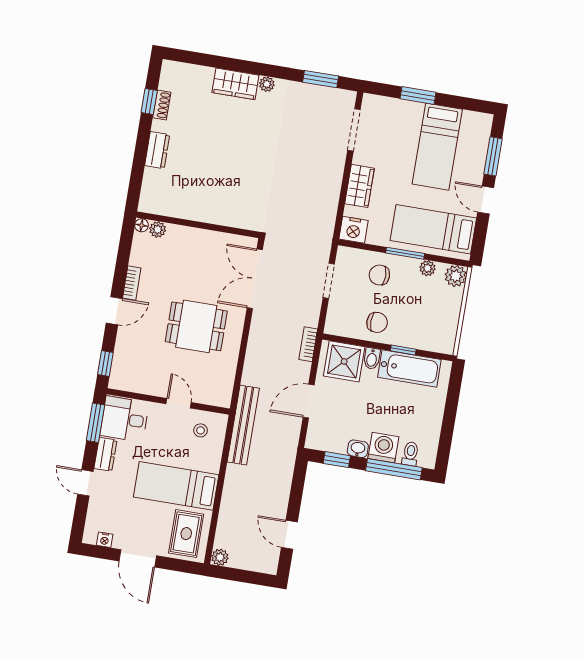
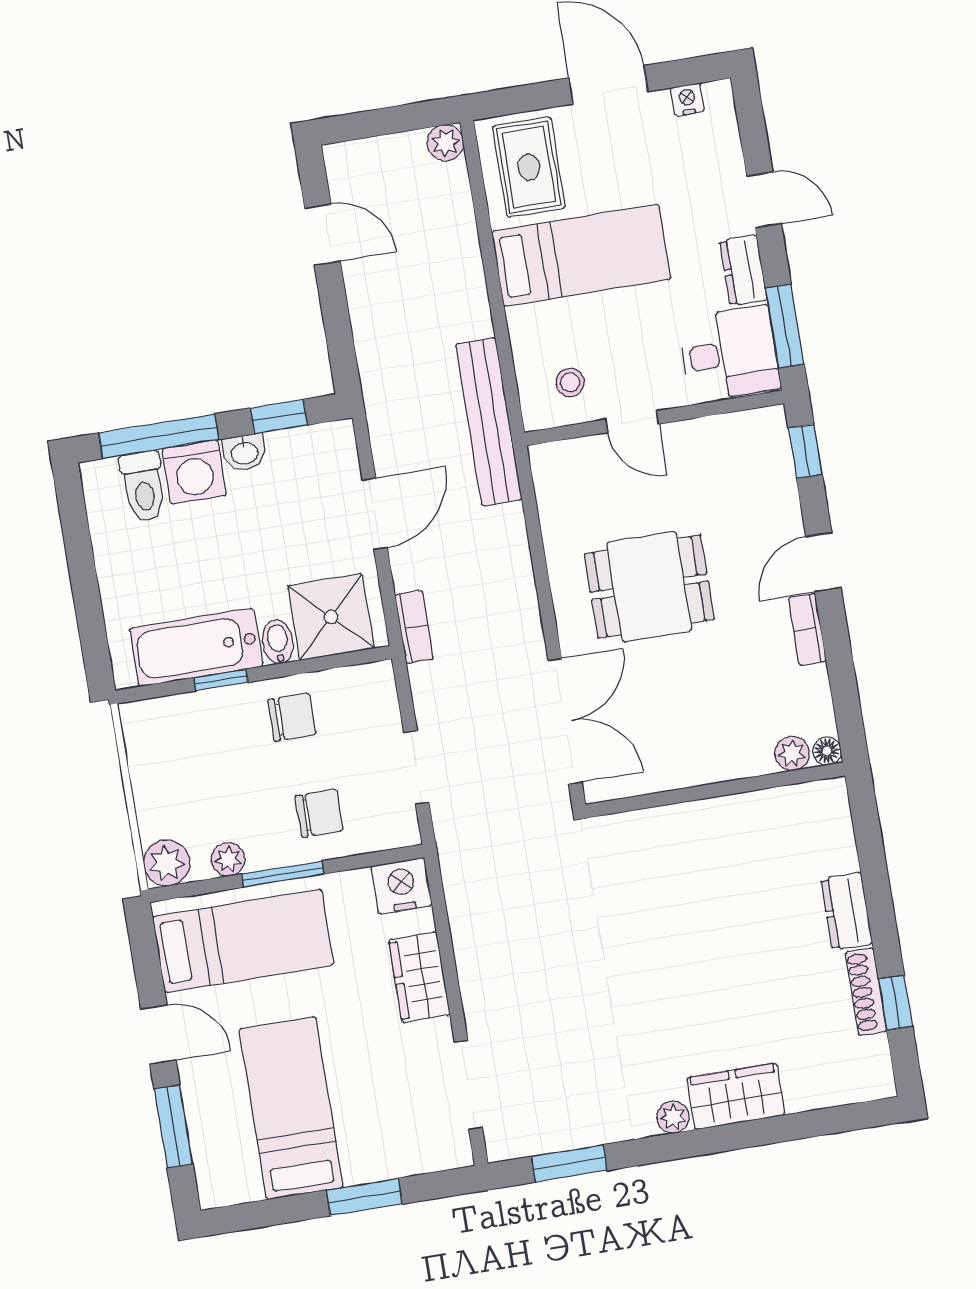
shoe rack: (162, 105) -> (866, 992), width x1.43
chair: (377, 322) -> (292, 717), turned 180
toilet: (410, 454) -> (143, 487), width x1.37, depth x1.39

